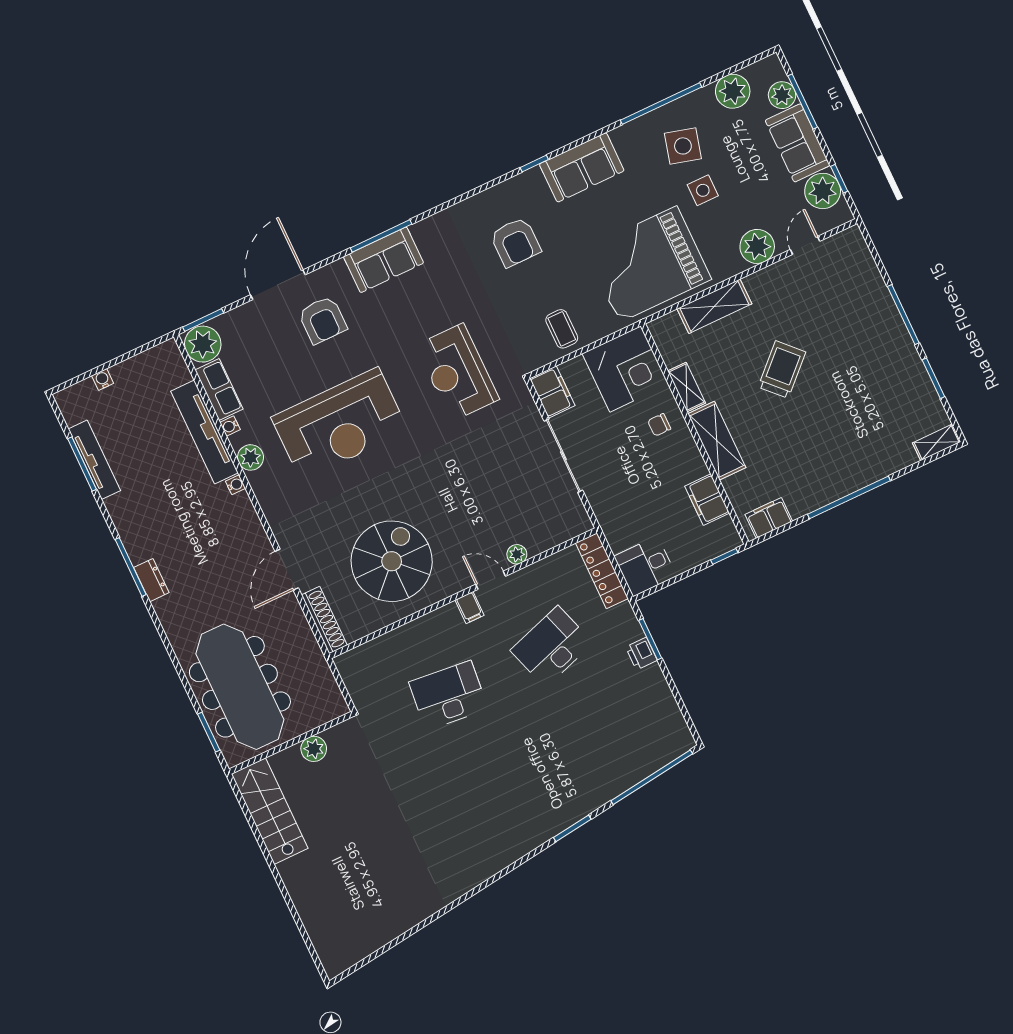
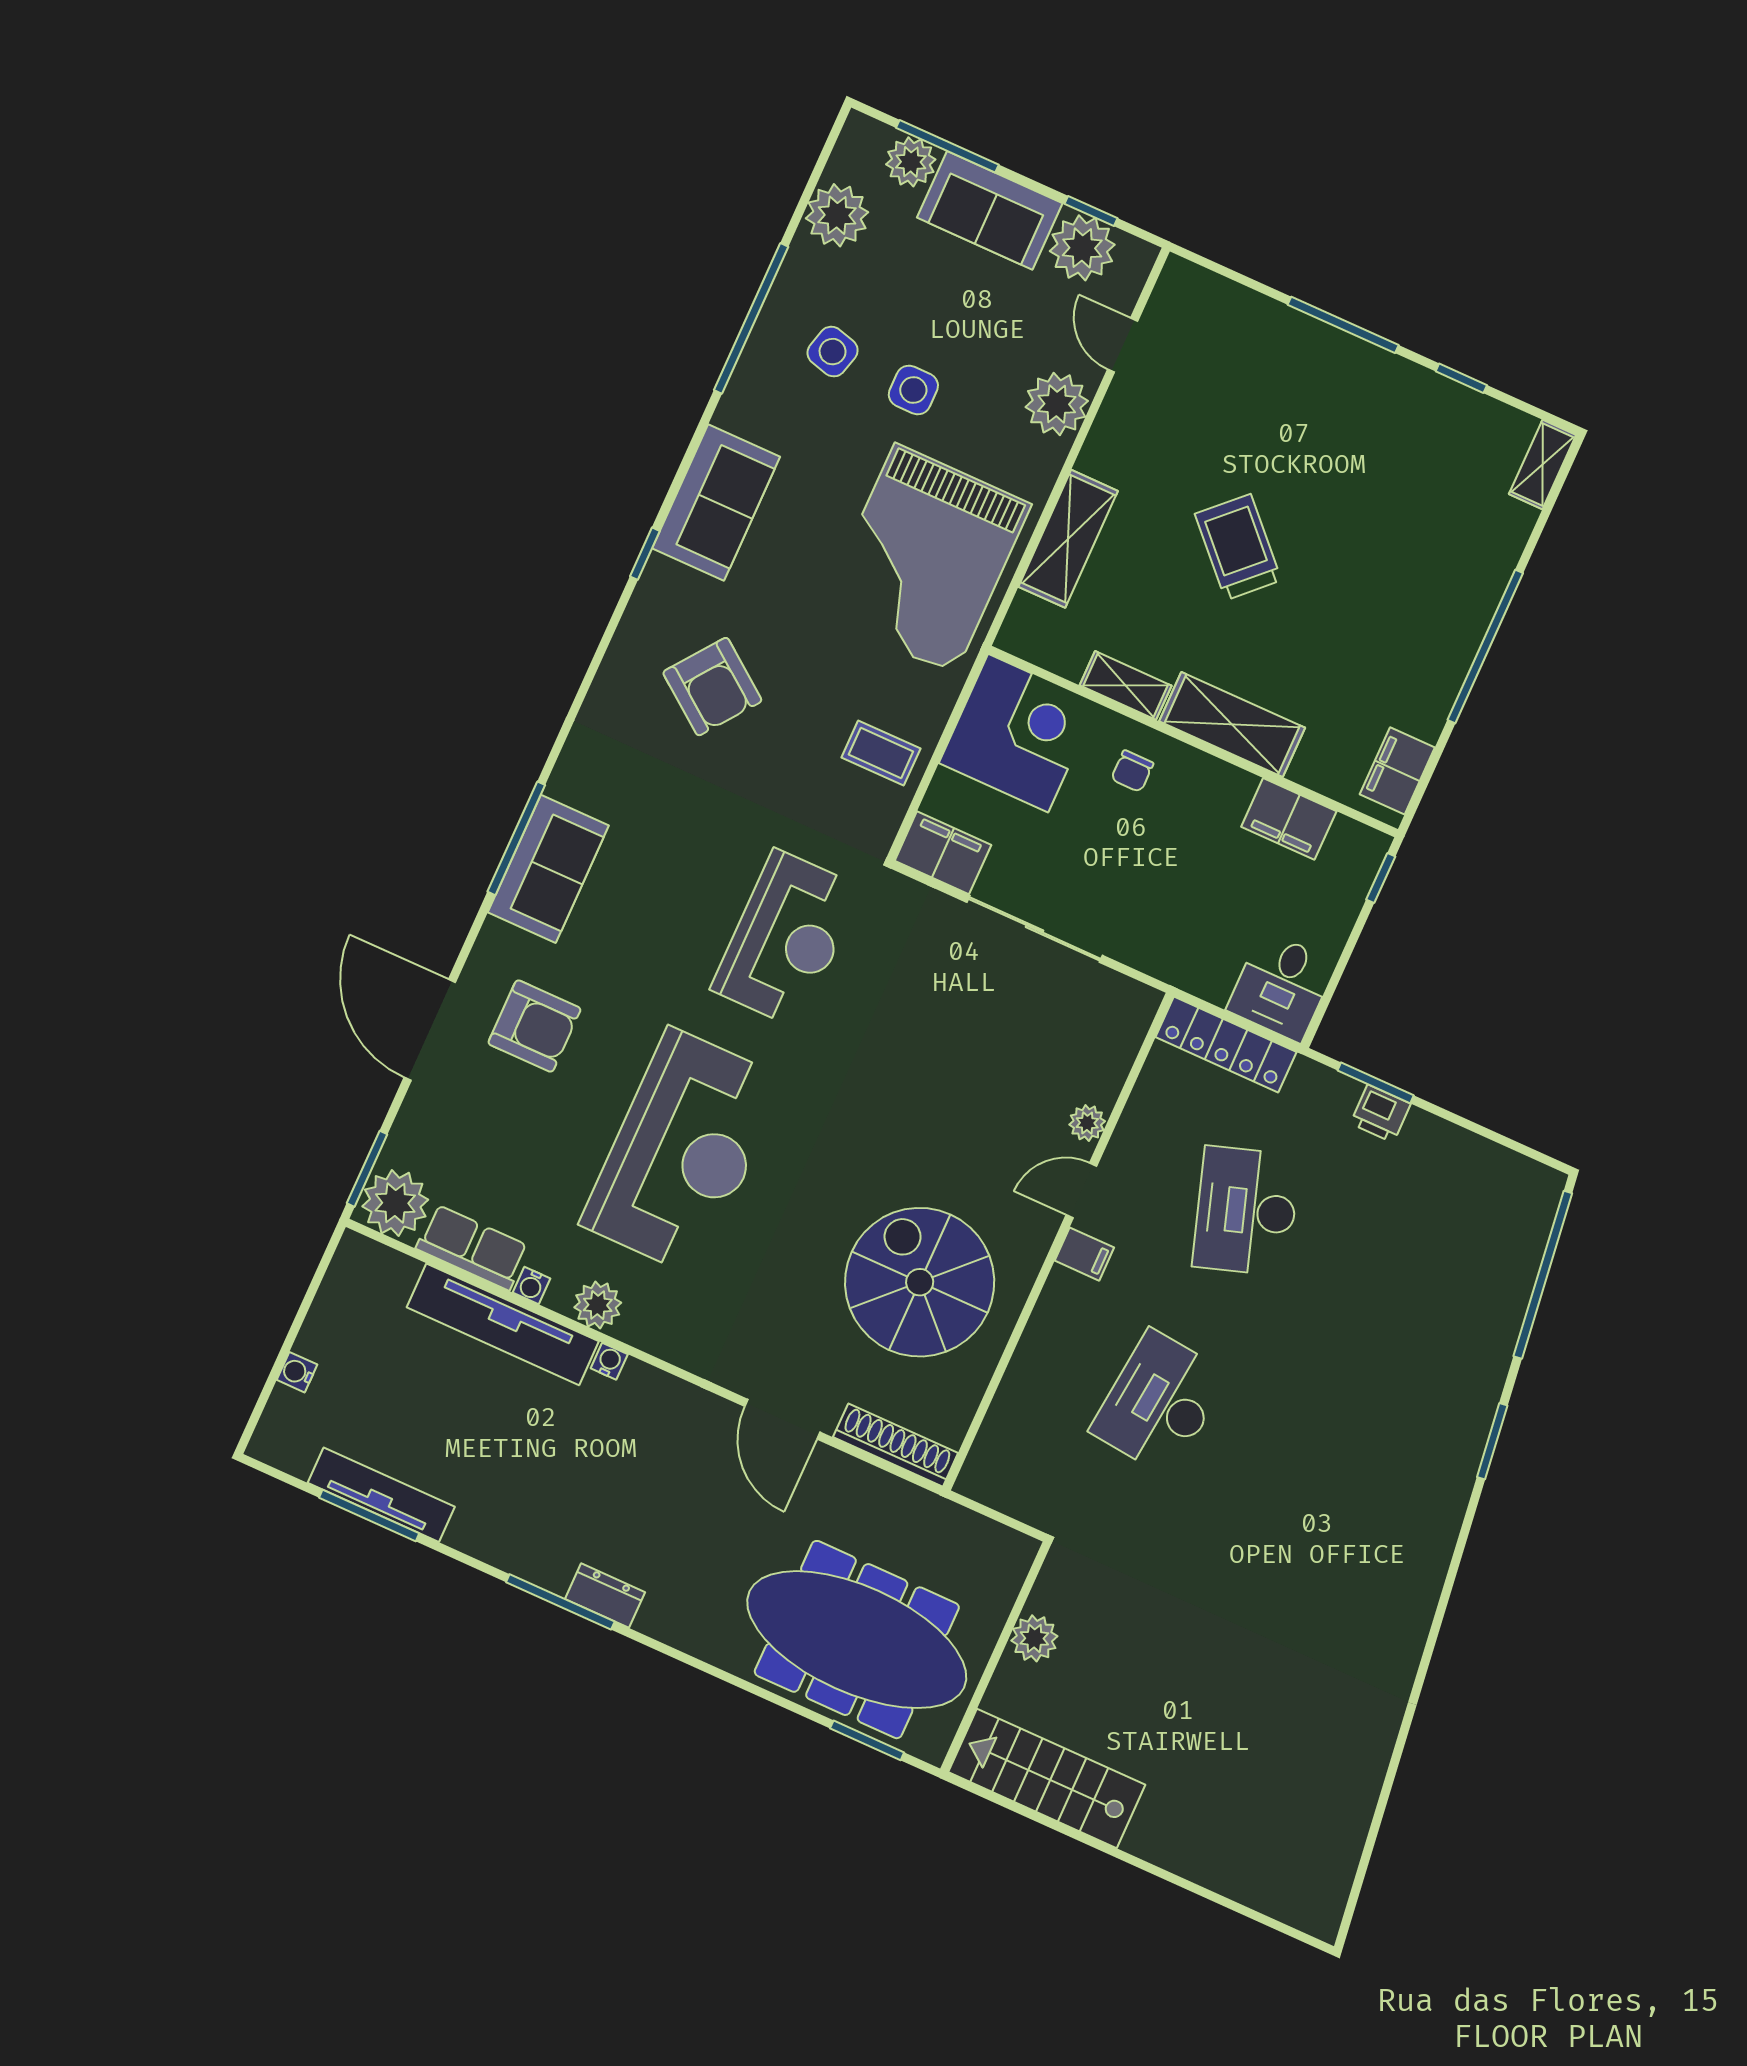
side table: (683, 146) -> (833, 352), width x0.73, depth x0.73
armchair: (515, 242) -> (712, 687), turned 37
reception desk: (457, 372) -> (786, 939), turned -90
window: (933, 378) -> (1461, 378), width x0.67

